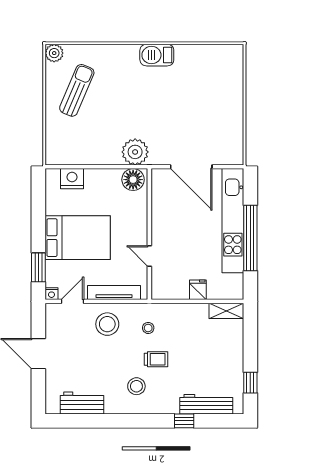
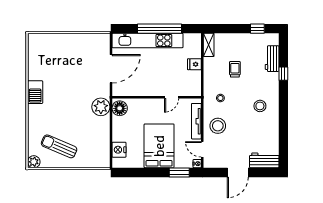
trolley: (156, 359) -> (235, 69), moved
workbench: (82, 403) -> (264, 160), moved, turned 90
workbench: (206, 404) -> (272, 59), width x0.73

